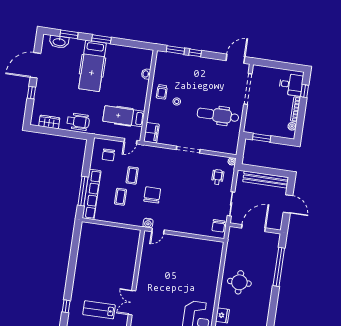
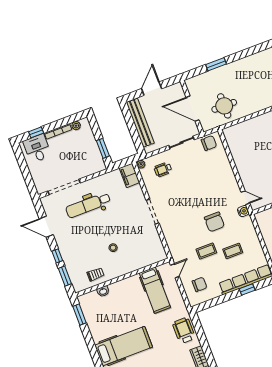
window: (101, 39) -> (79, 315), moved
door: (235, 59) -> (46, 227), moved
trolley: (162, 92) -> (96, 274), moved
dental chair: (218, 115) -> (88, 205), moved, turned 90
filing cabinet: (151, 133) -> (129, 175), moved, turned -90
door: (131, 141) -> (175, 271), hinge flipped
window: (83, 191) -> (247, 290), width x0.46
chair: (152, 195) -> (214, 222), turned -90
window: (279, 267) -> (216, 64), width x0.47
round table: (239, 282) -> (224, 106), moved

